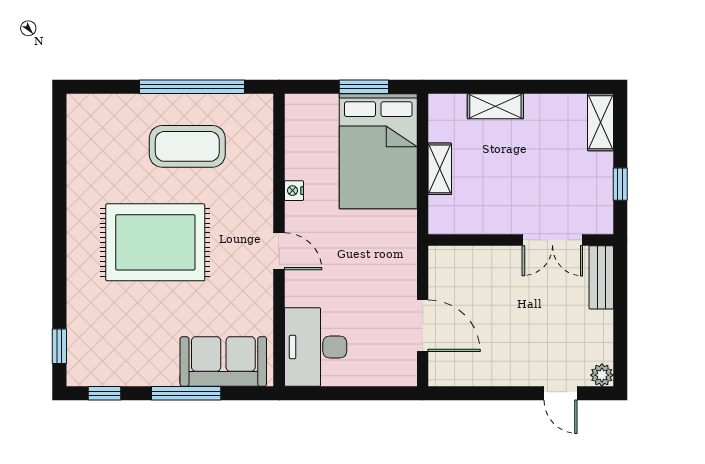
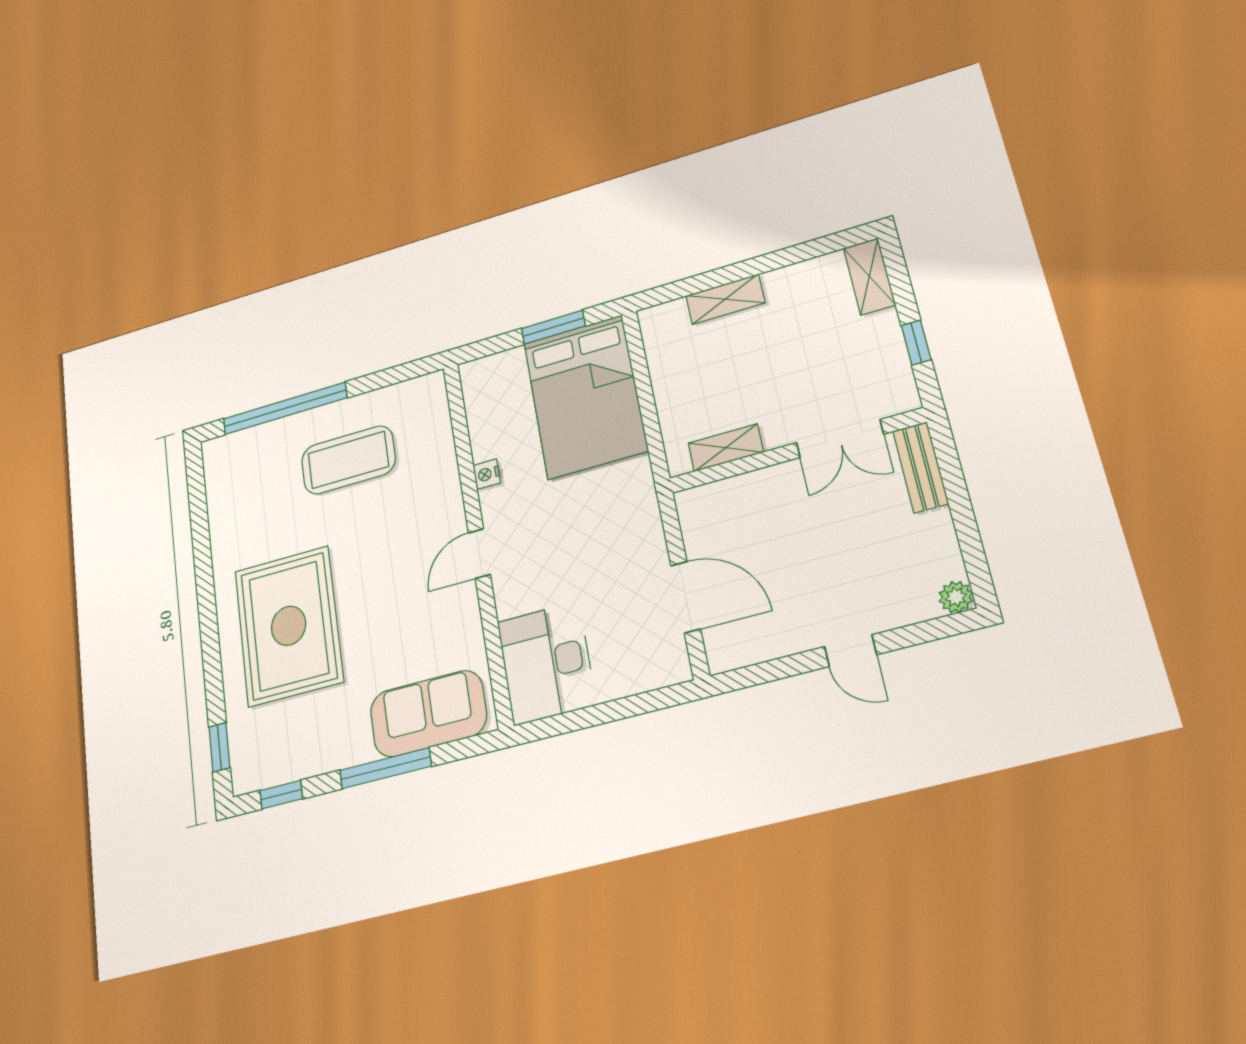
window: (192, 87) -> (285, 408), moved
shelving: (440, 169) -> (726, 448), moved, turned 90
rug: (155, 242) -> (289, 626), moved, turned 90
door: (279, 251) -> (479, 554), swing flipped
door: (561, 393) -> (851, 651), moved

